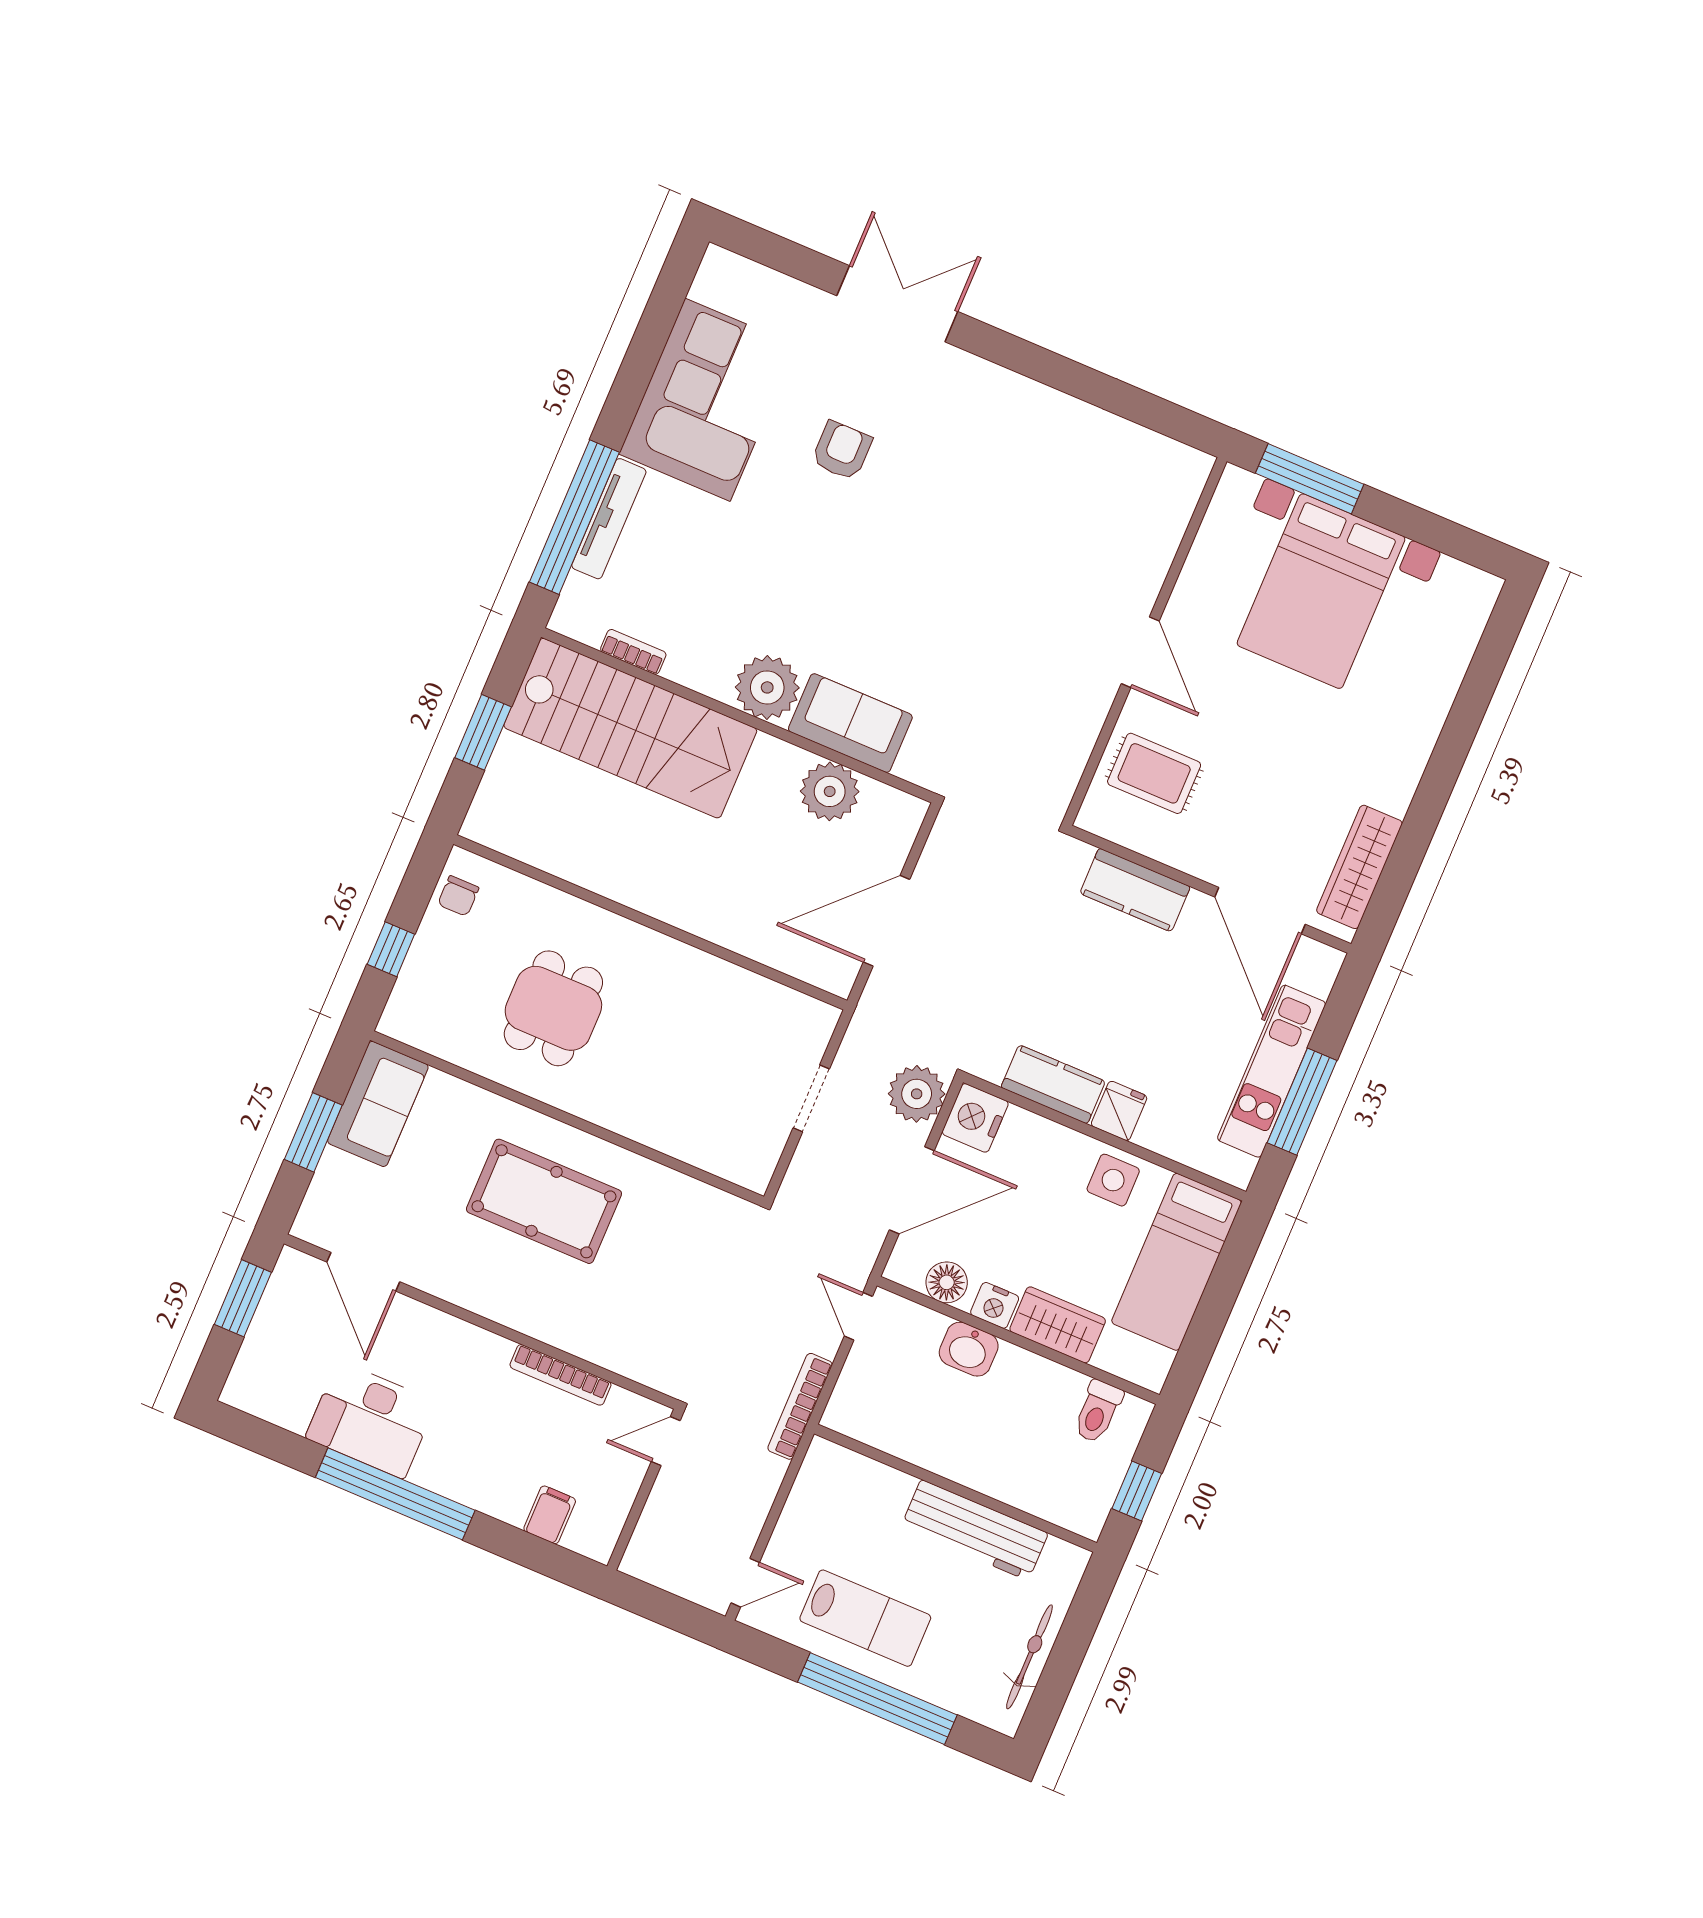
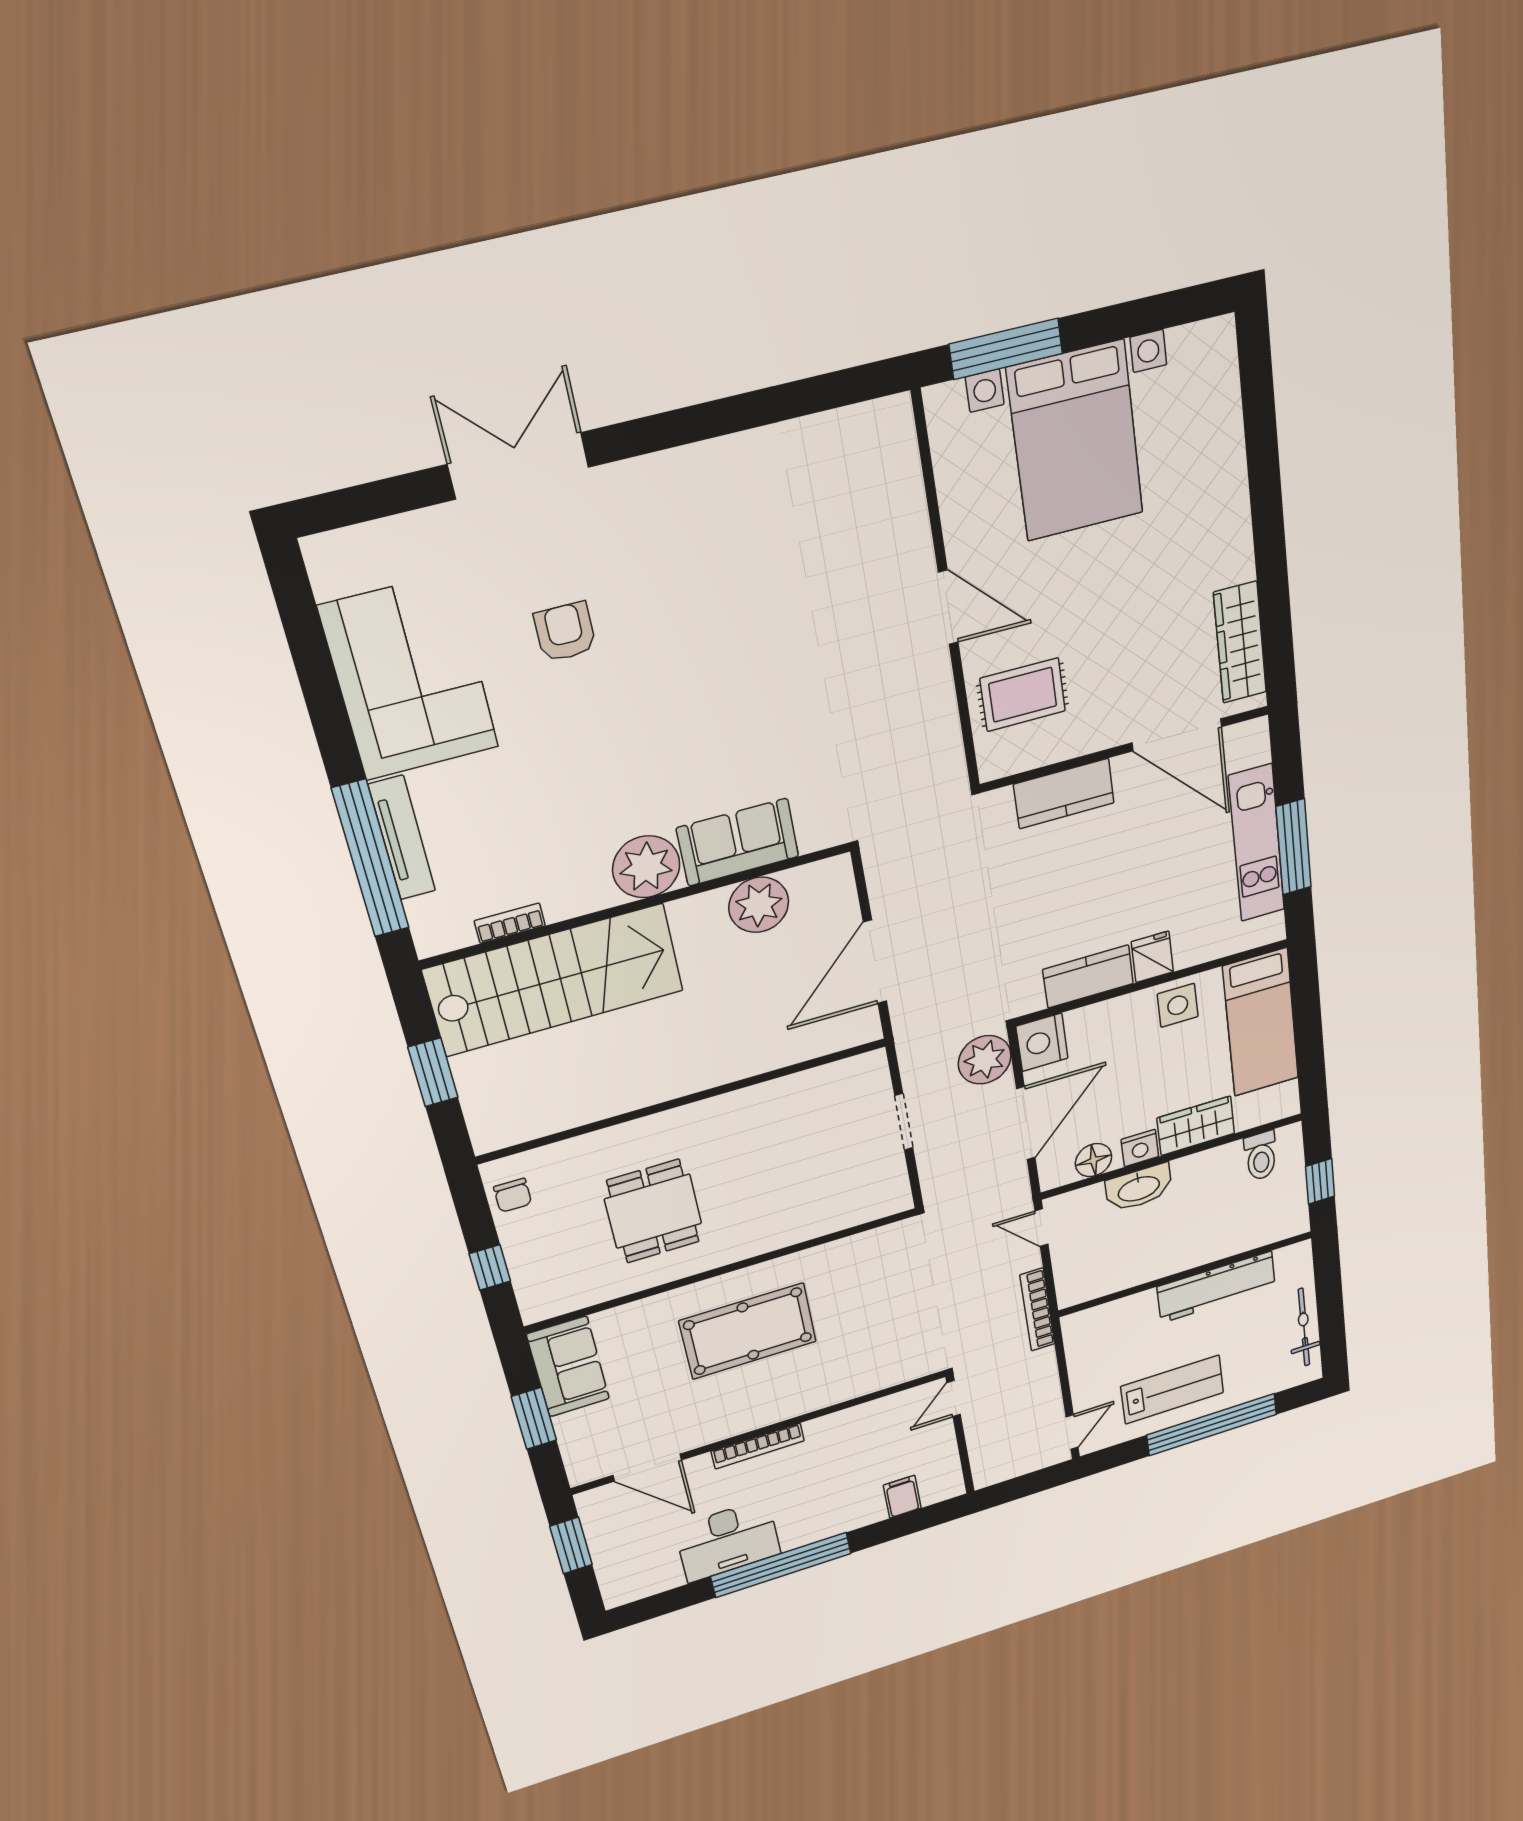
washbasin: (969, 1349) -> (1139, 1188), width x1.38
bookcase: (561, 1375) -> (758, 1446), moved

